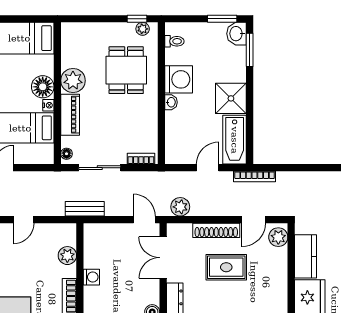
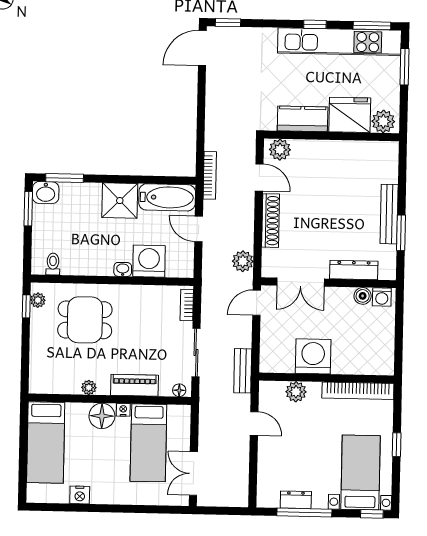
washing machine: (179, 79) -> (149, 261), moved
plant: (73, 81) -> (89, 387), width x0.53, depth x0.53
door: (24, 220) -> (254, 424), moved
rug: (226, 267) -> (313, 210), removed
washing machine: (91, 277) -> (313, 356), width x1.89, depth x1.89

